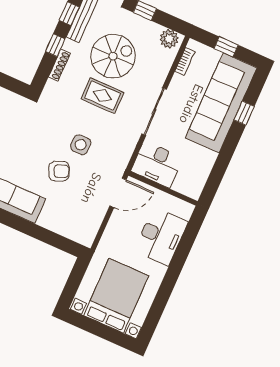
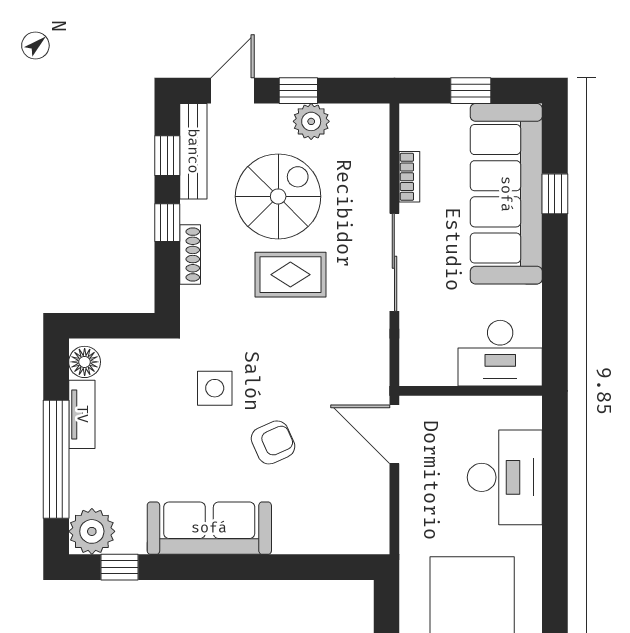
plant: (169, 39) -> (311, 121), moved
bookcase: (185, 61) -> (409, 177), moved
side table: (81, 145) -> (215, 388), moved
desk: (157, 164) -> (500, 353), moved
door: (118, 193) -> (394, 434), swing flipped

